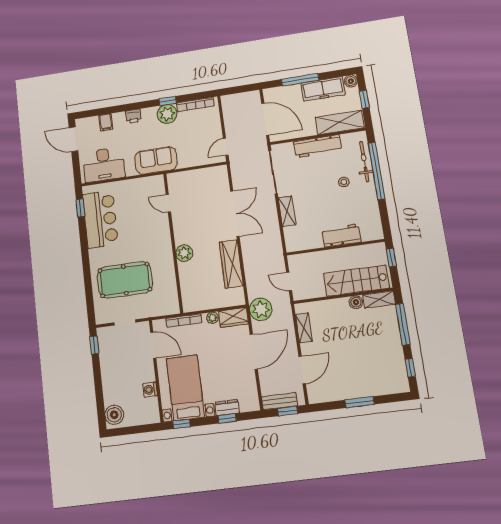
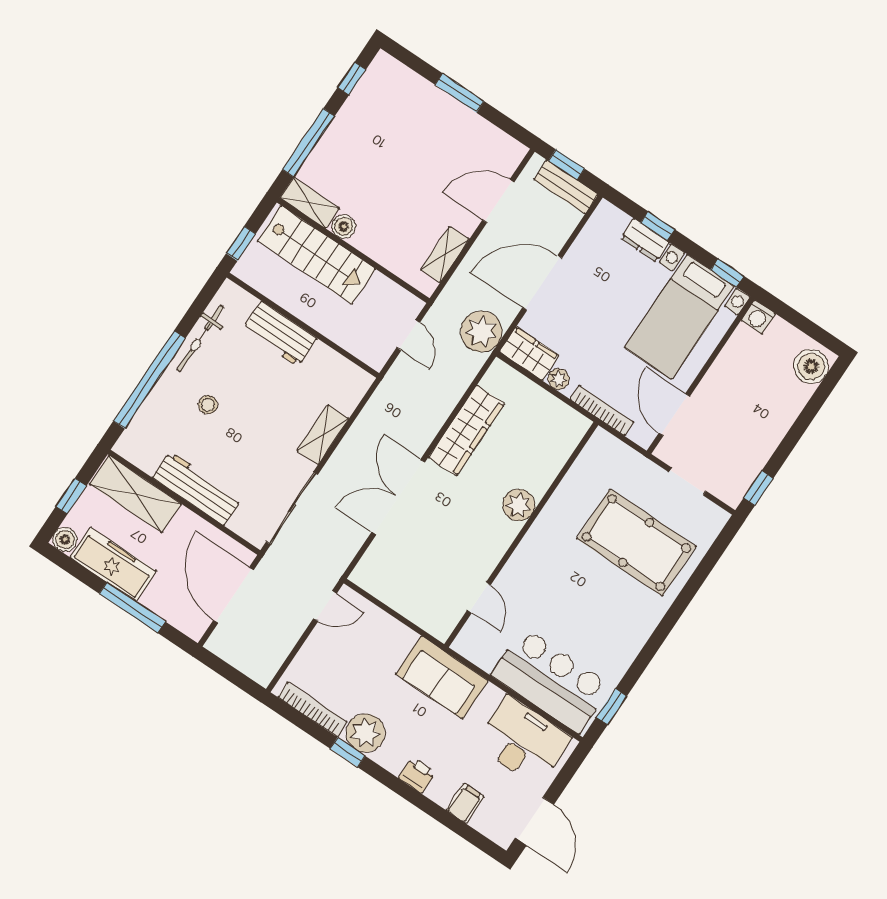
bicycle: (364, 162) -> (200, 338), moved
bar counter: (100, 219) -> (551, 680), moved, turned 90
washing machine: (150, 390) -> (758, 317), moved, turned 90

